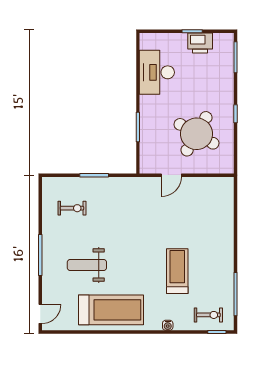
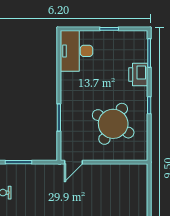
printer: (200, 43) -> (138, 75), moved, turned 90
desk: (157, 72) -> (76, 51), moved
door: (171, 175) -> (74, 162), moved

